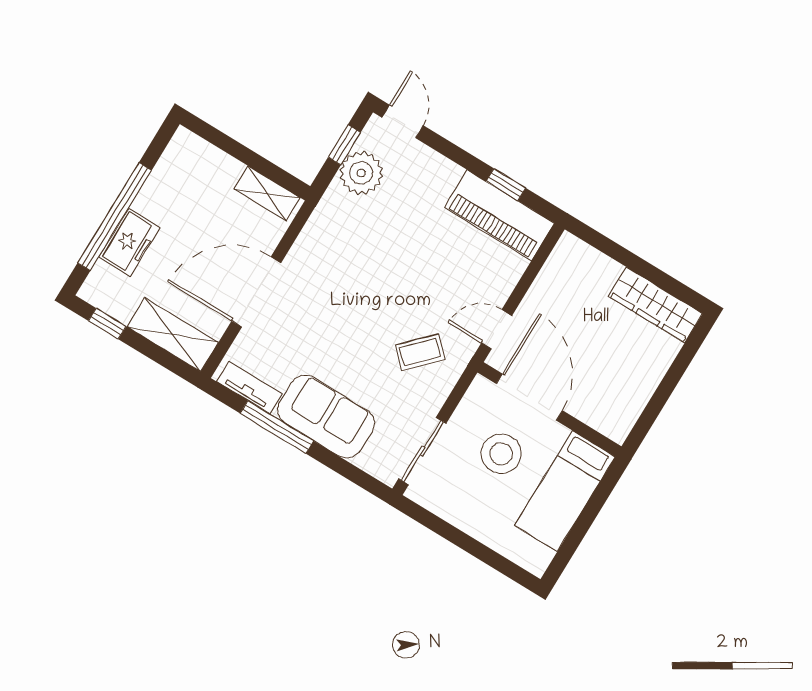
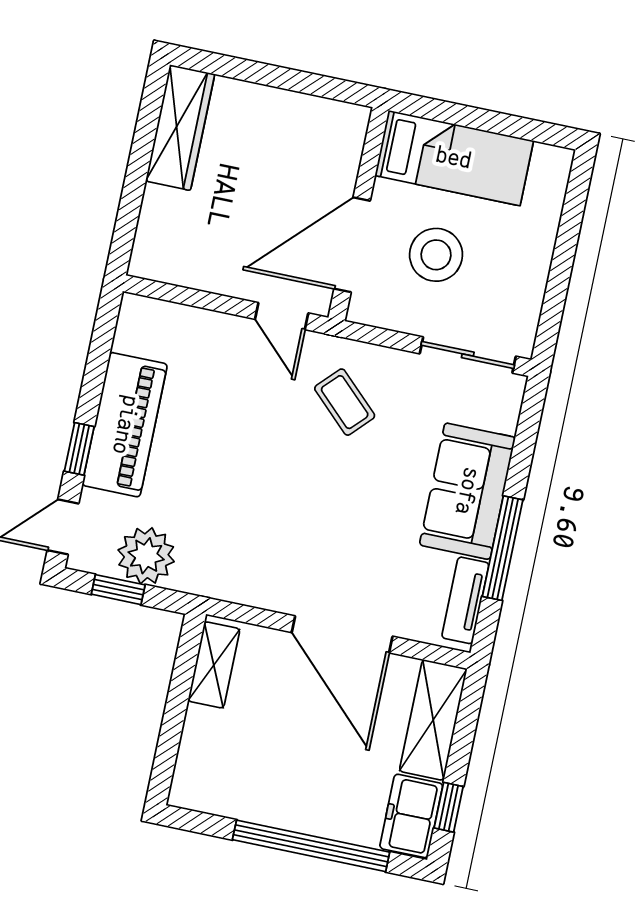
window: (506, 185) -> (79, 449), moved
piano: (499, 215) -> (125, 425), moved
freezer: (129, 242) -> (411, 816), moved, turned -90

